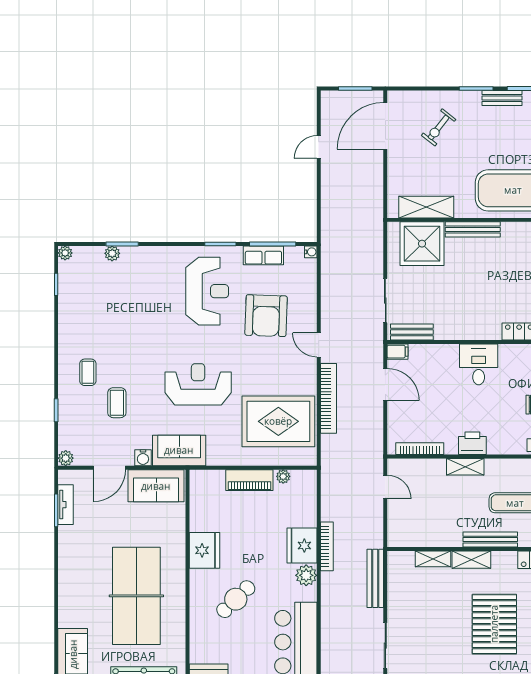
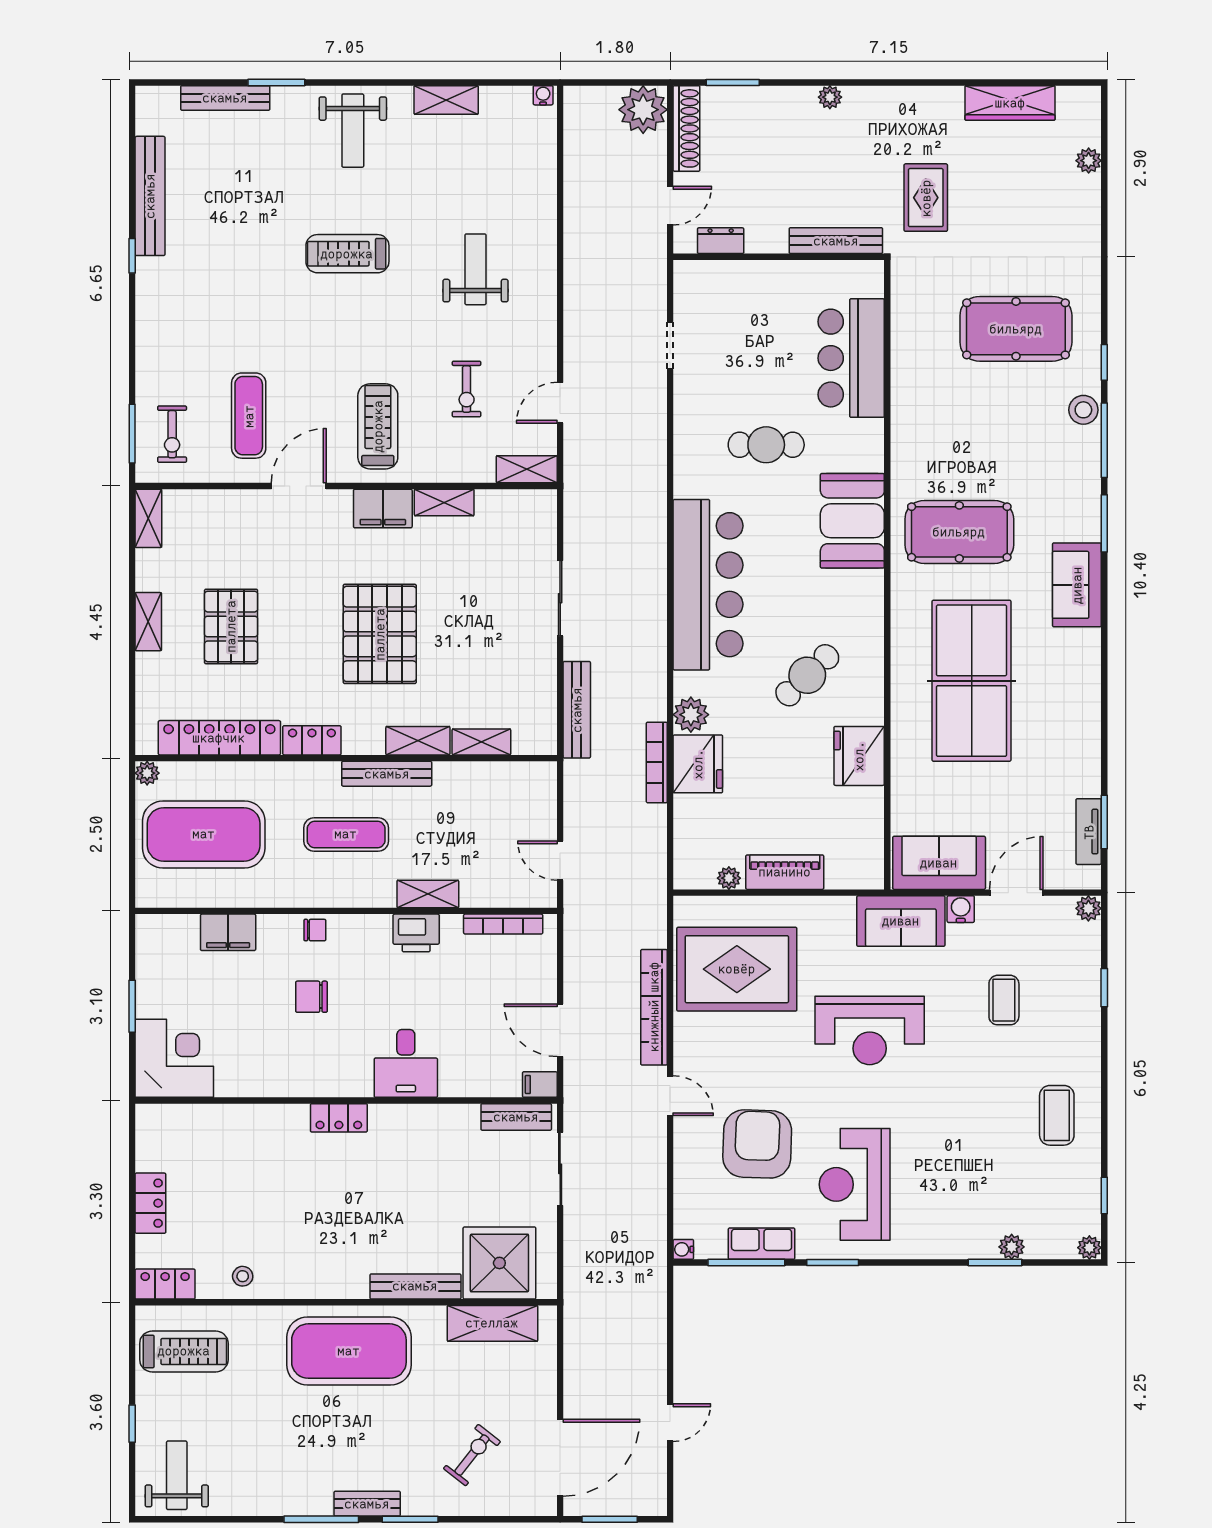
coffee table: (88, 372) -> (1057, 1115), moved, width x1.36, depth x1.30

